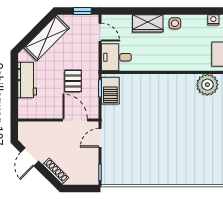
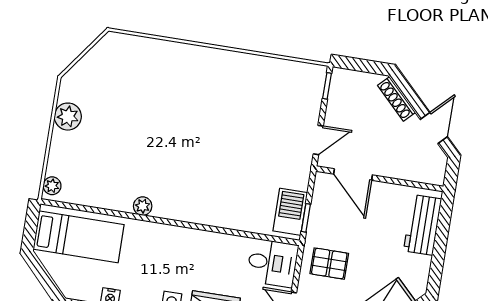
workbench: (27, 80) -> (423, 225), moved
pallet: (73, 81) -> (329, 264), moved, turned 90
plant: (207, 85) -> (143, 206), width x0.53, depth x0.53

